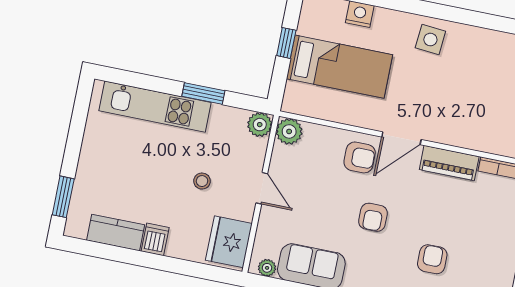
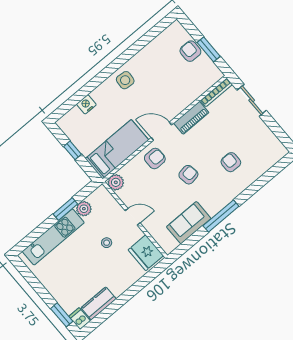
bed: (339, 67) -> (117, 149), moved
plant: (260, 125) -> (84, 209), moved
door: (401, 138) -> (161, 131), swing flipped
armchair: (373, 217) -> (188, 175), turned -99
dishwasher: (155, 239) -> (80, 319), moved
plant: (267, 268) -> (173, 244), removed

